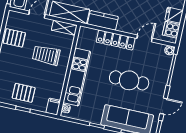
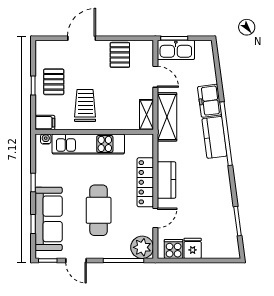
kitchen counter: (103, 20) -> (166, 180), moved
door: (145, 38) -> (155, 218), hinge flipped
plant: (170, 50) -> (142, 247), width x1.88, depth x1.88
trolley: (46, 55) -> (85, 105), moved

